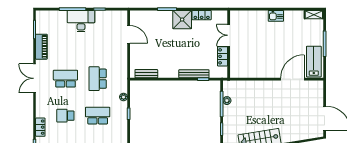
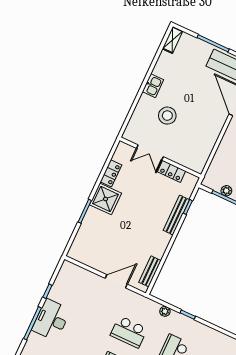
door: (129, 34) -> (116, 281), moved
stool: (260, 35) -> (167, 116), added

